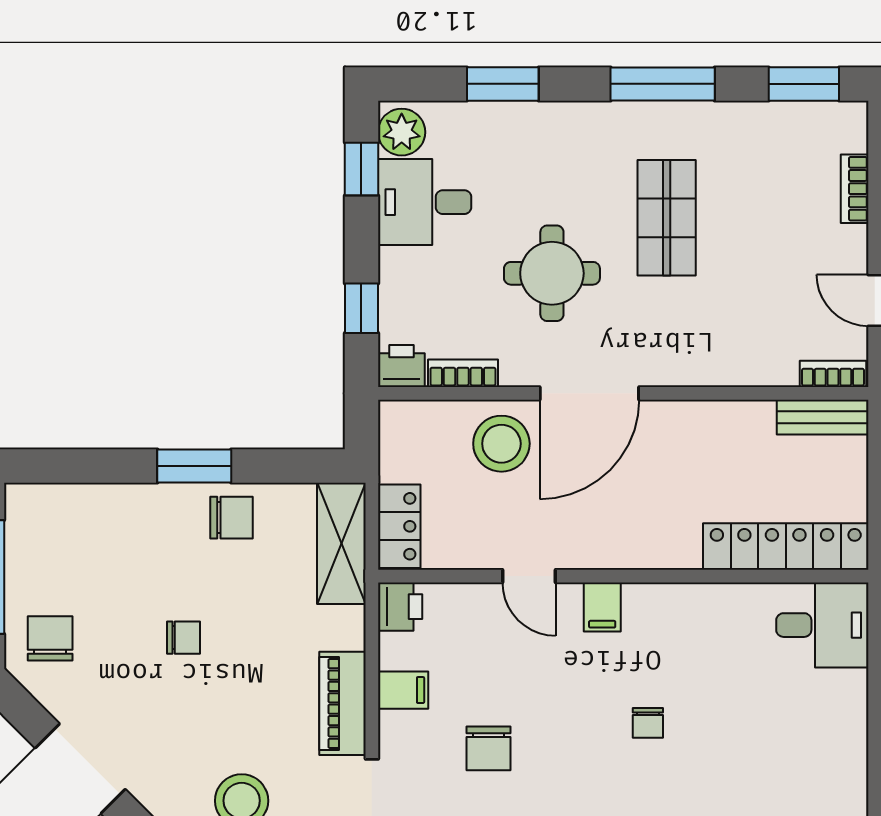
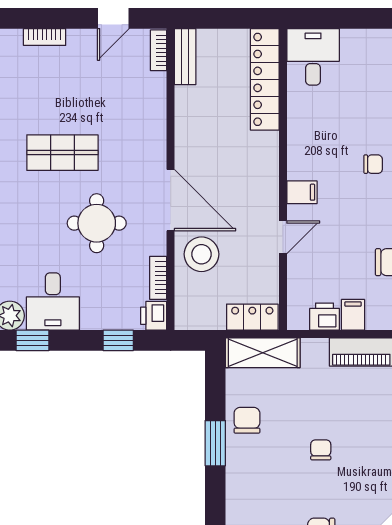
printer: (400, 607) -> (325, 317), moved

